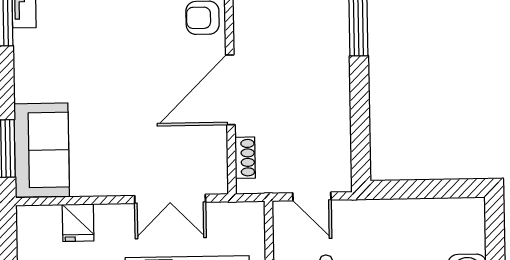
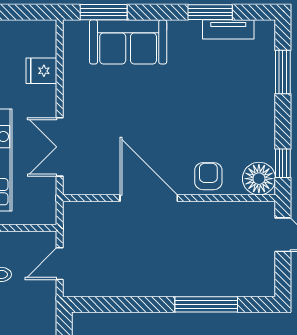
sofa: (42, 150) -> (128, 42), moved
shoe rack: (245, 158) -> (93, 209), removed

